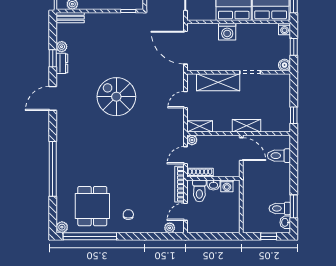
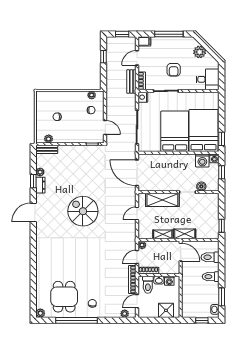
washing machine: (227, 32) -> (202, 160), moved
boiler: (284, 65) -> (201, 186), moved
shelving: (200, 126) -> (163, 234), moved
window: (53, 169) -> (33, 268), removed
toilet: (280, 208) -> (211, 277), moved
shower: (223, 224) -> (166, 310), added
window: (90, 236) -> (77, 320), moved

